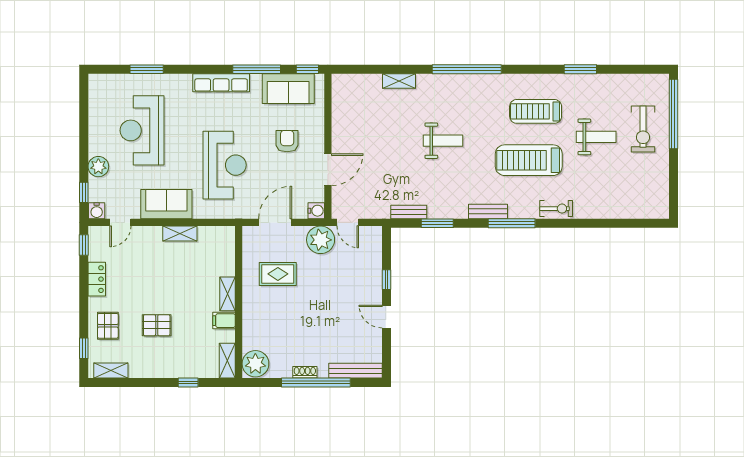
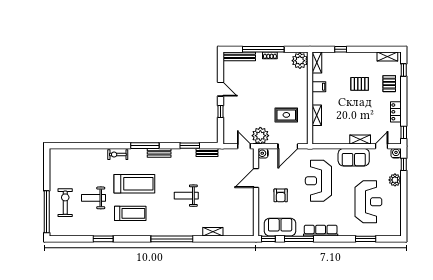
shelving: (180, 233) -> (360, 139), moved
shelving: (227, 294) -> (317, 115), moved

